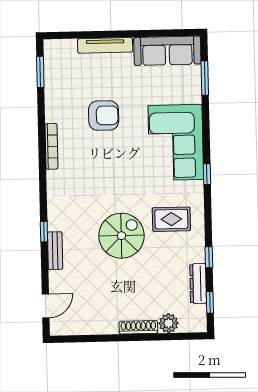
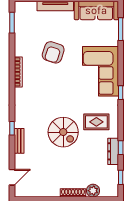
armchair: (104, 115) -> (53, 52), turned 108
spiral stairs: (121, 236) -> (63, 132), turned 90
dresser: (198, 284) -> (113, 151), moved

